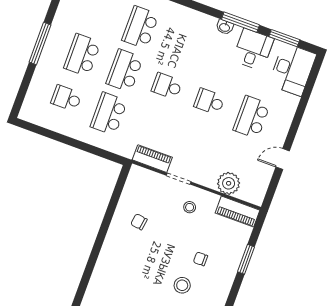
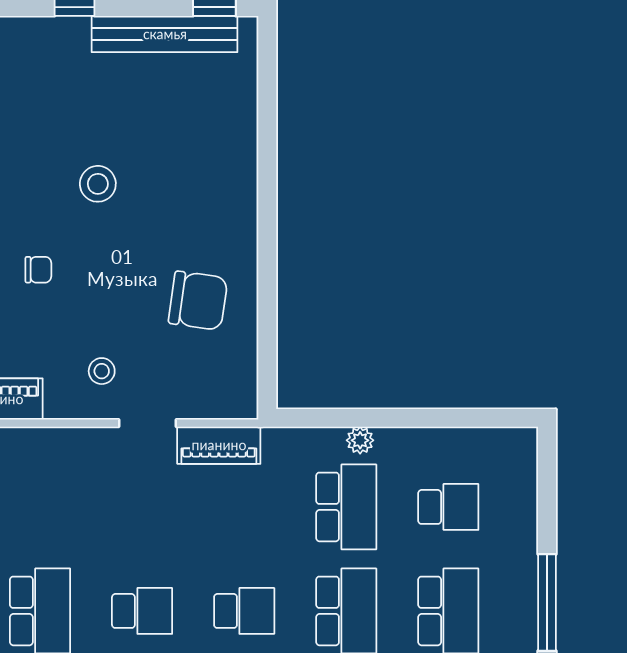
plant: (229, 183) -> (360, 440), moved, width x0.53, depth x0.53
chair: (139, 222) -> (198, 301), width x1.87, depth x1.87
stool: (182, 285) -> (98, 184), moved

